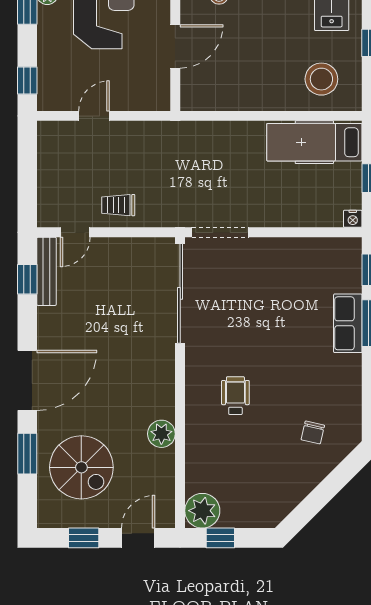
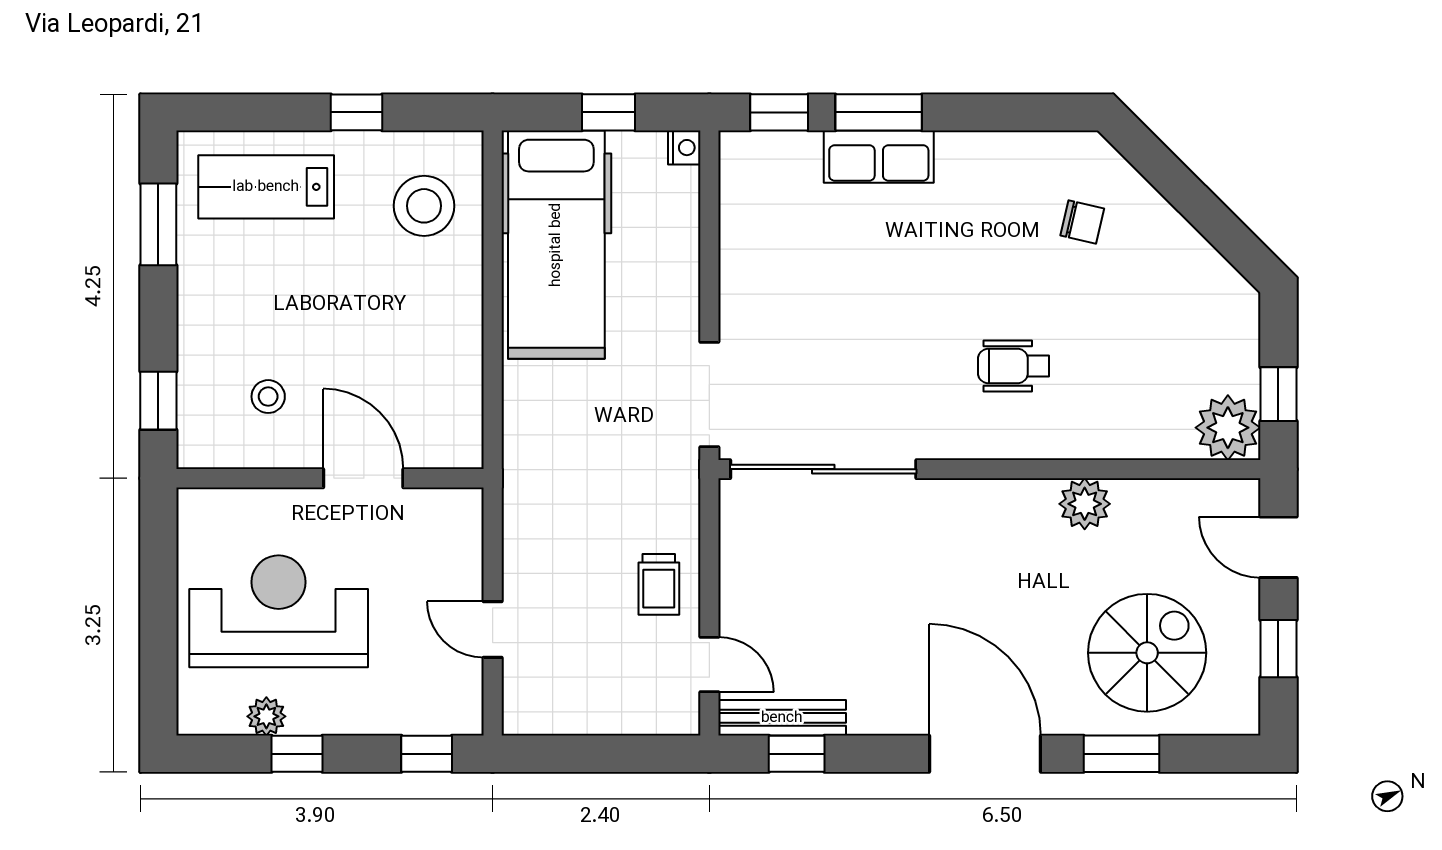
hospital bed: (314, 142) -> (556, 245), width x1.37, depth x1.29

